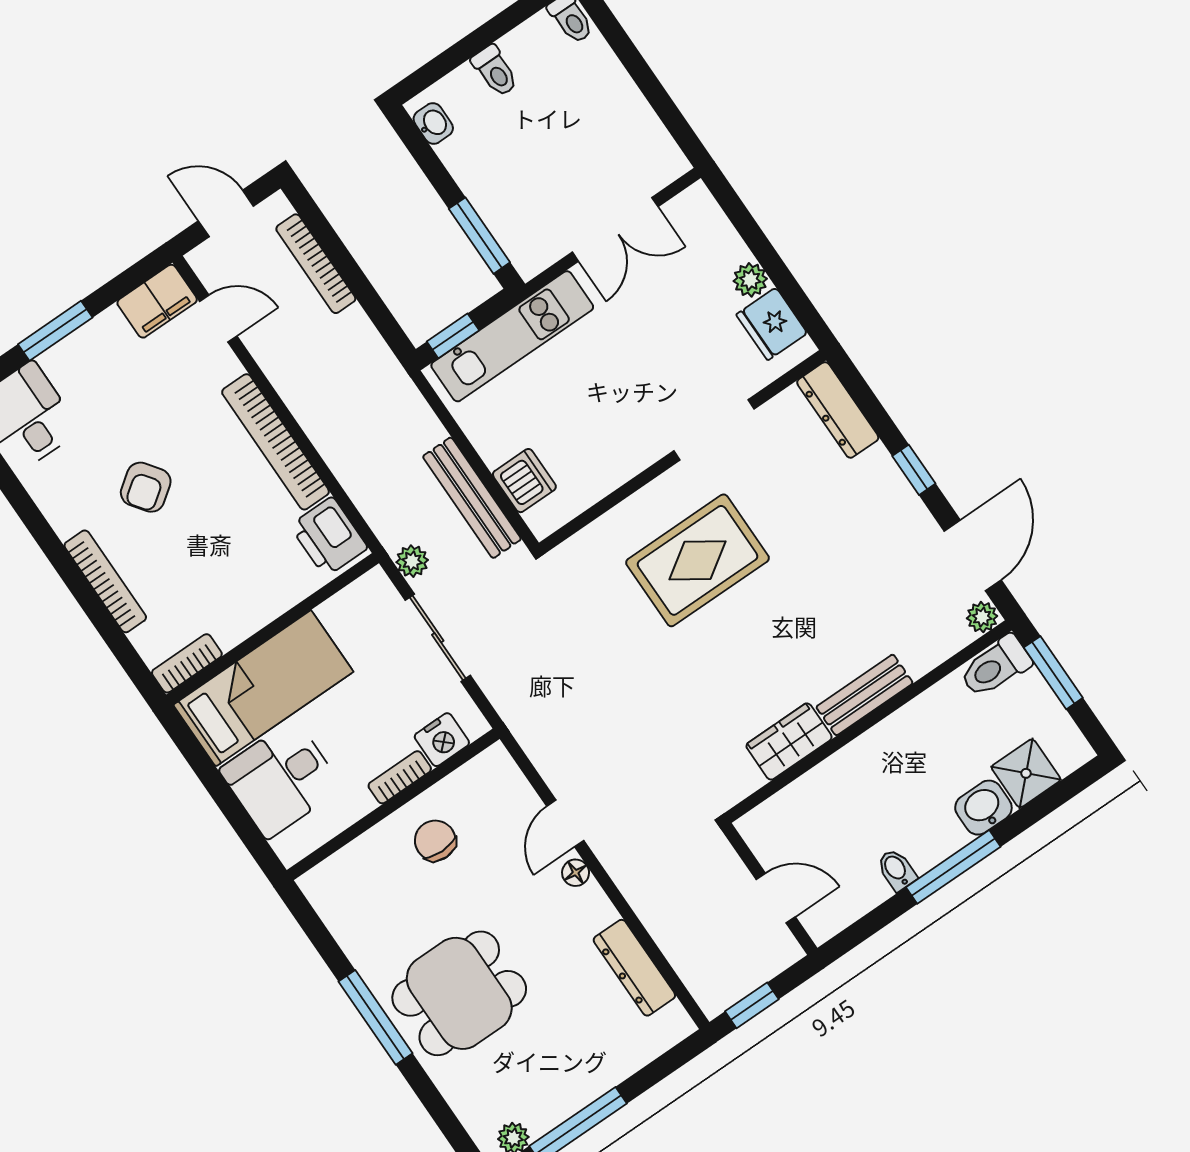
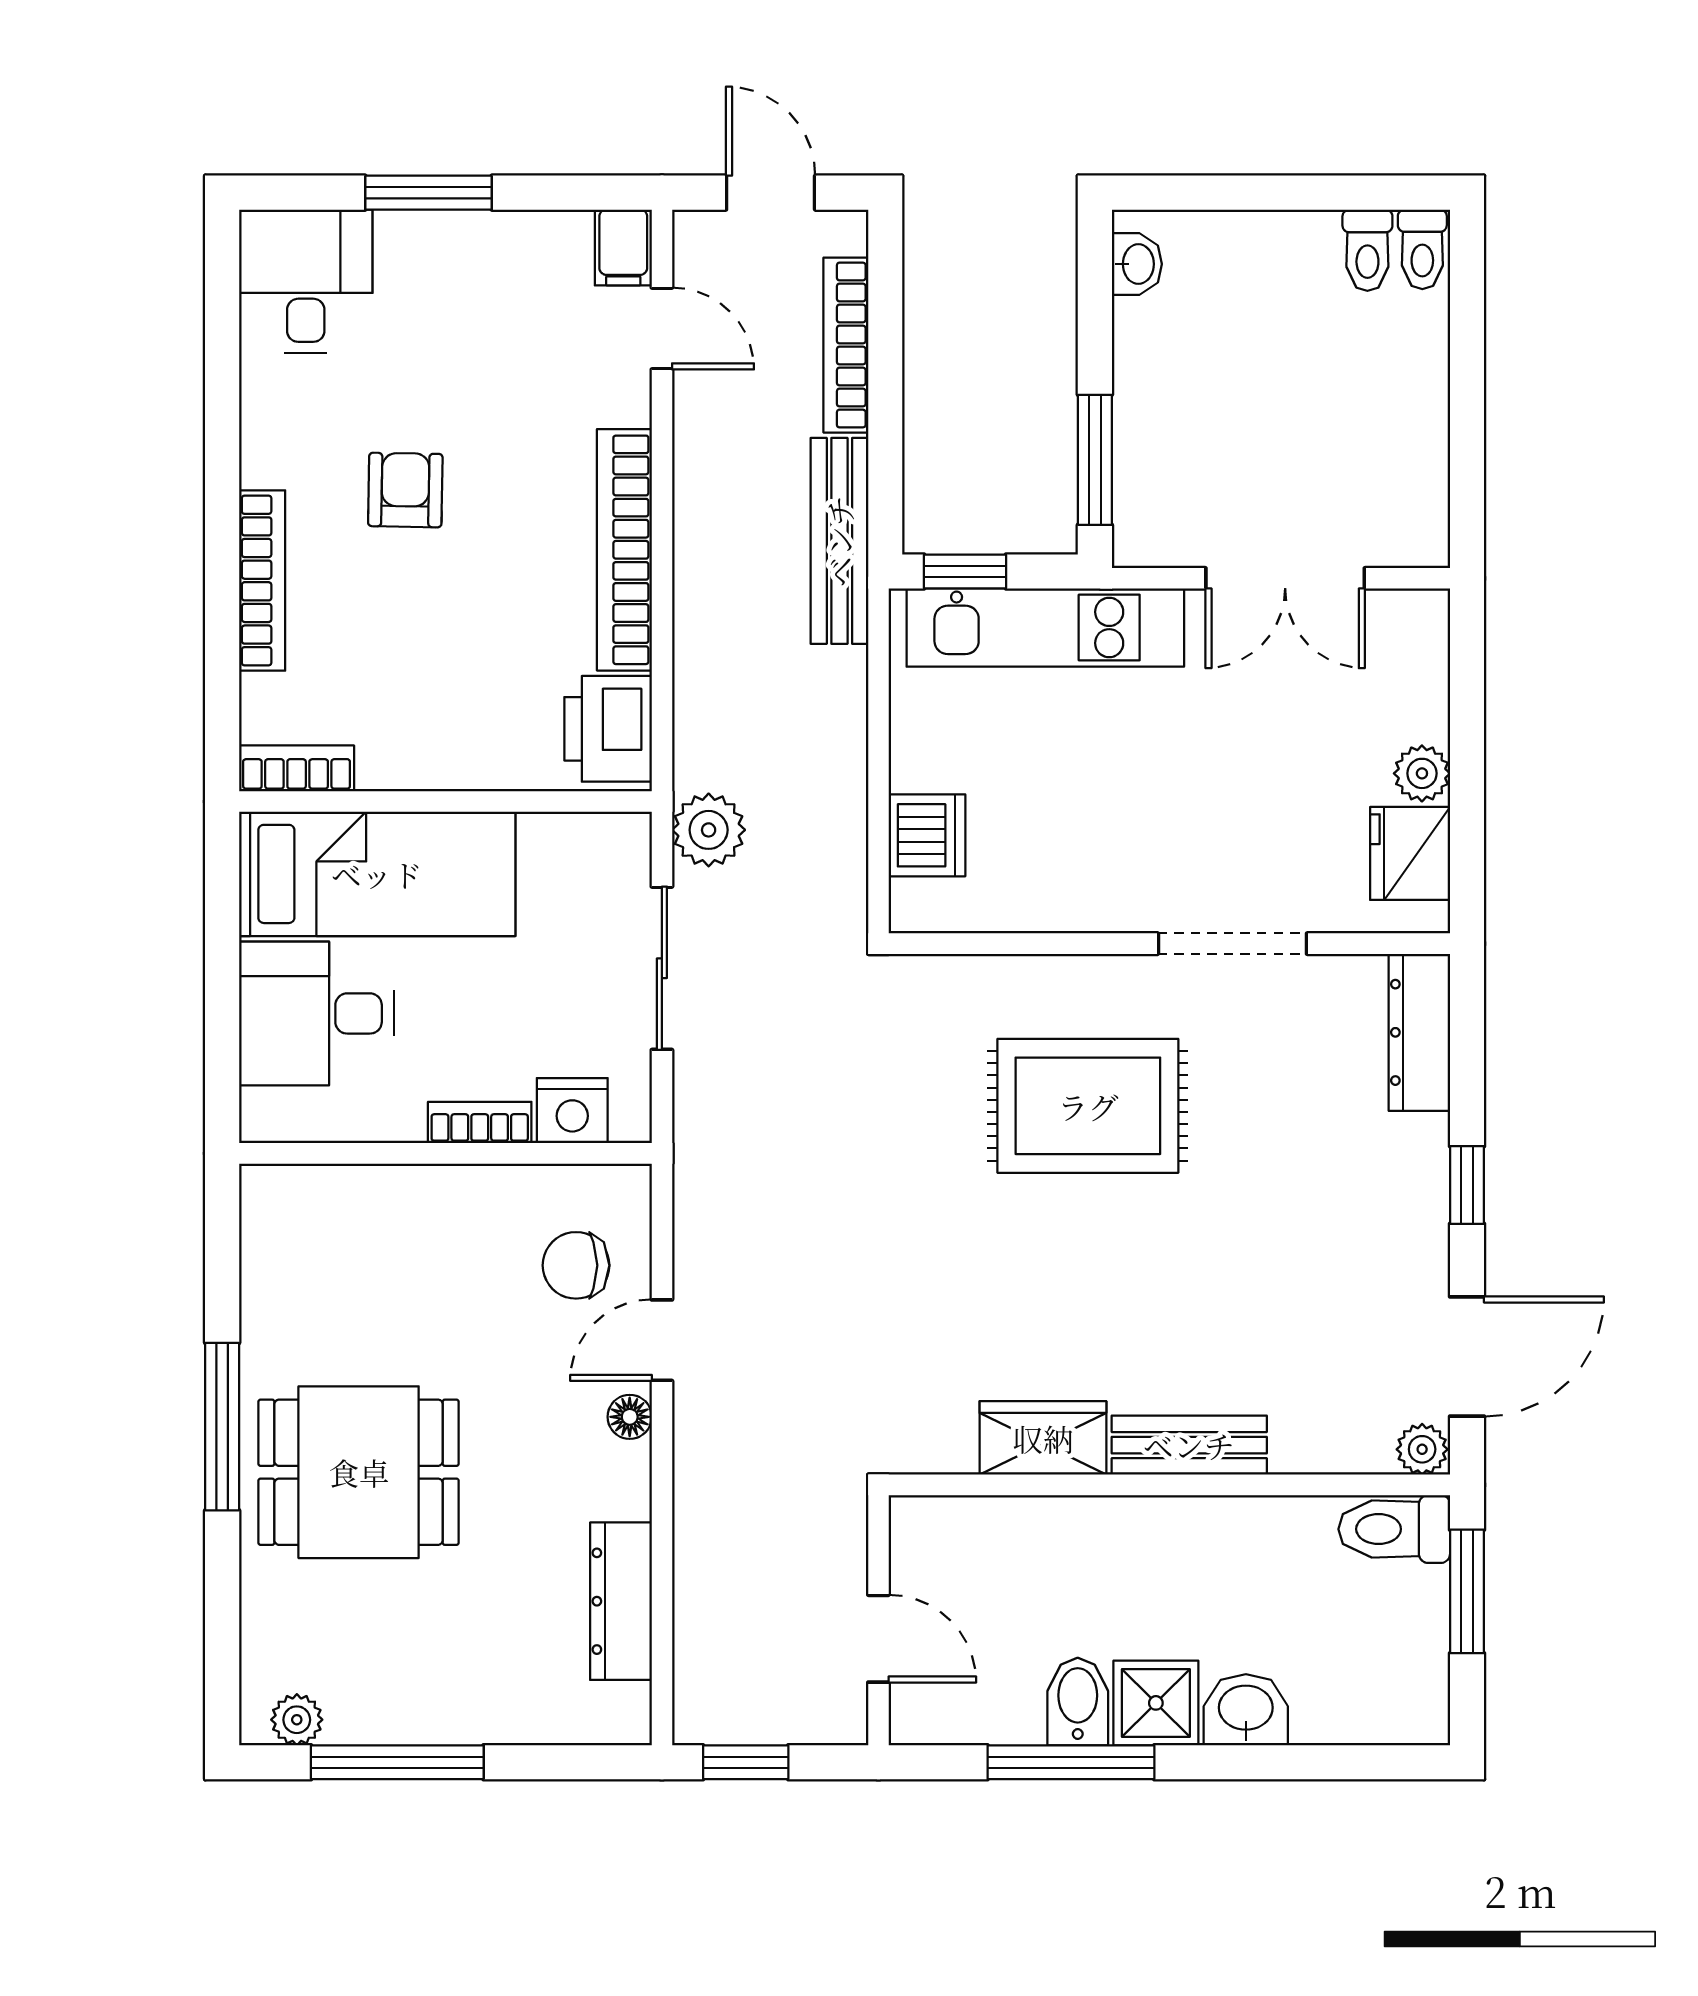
toilet: (495, 71) -> (1367, 250), moved
filing cabinet: (157, 301) -> (623, 248), width x0.50
armchair: (146, 487) -> (405, 490), turned 127
bench: (472, 498) -> (839, 541), moved
plant: (412, 561) -> (709, 830), width x1.38, depth x1.38
shower: (1026, 773) -> (1156, 1703), moved
chair: (435, 841) -> (576, 1265), moved, turned -90
window: (953, 867) -> (1071, 1762), moved
bidet: (897, 870) -> (1078, 1702), width x1.38, depth x1.36

